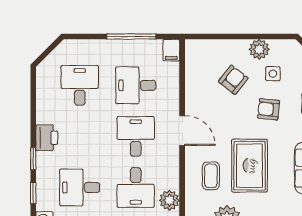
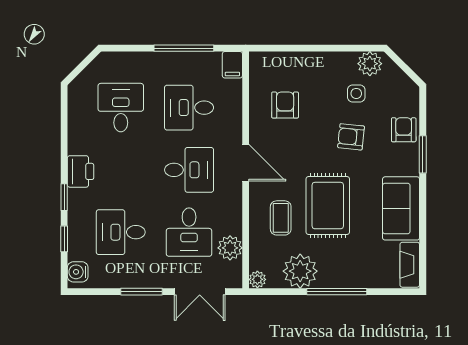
plant: (259, 49) -> (370, 64), moved
armchair: (233, 80) -> (285, 105), moved, turned -38
desk: (136, 136) -> (189, 170), turned 90

